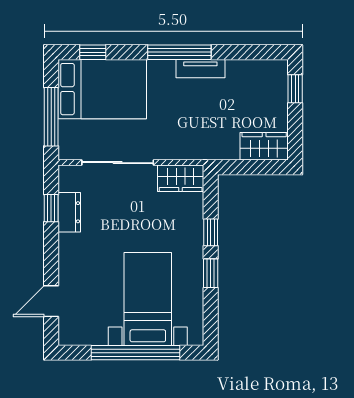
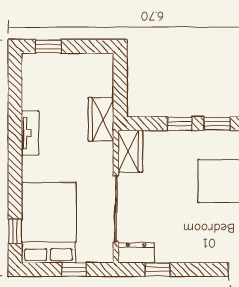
window: (179, 52) -> (15, 152), removed
window: (51, 117) -> (74, 270), width x0.46
wardrobe: (264, 146) -> (101, 119), moved
dresser: (69, 212) -> (136, 253), moved

